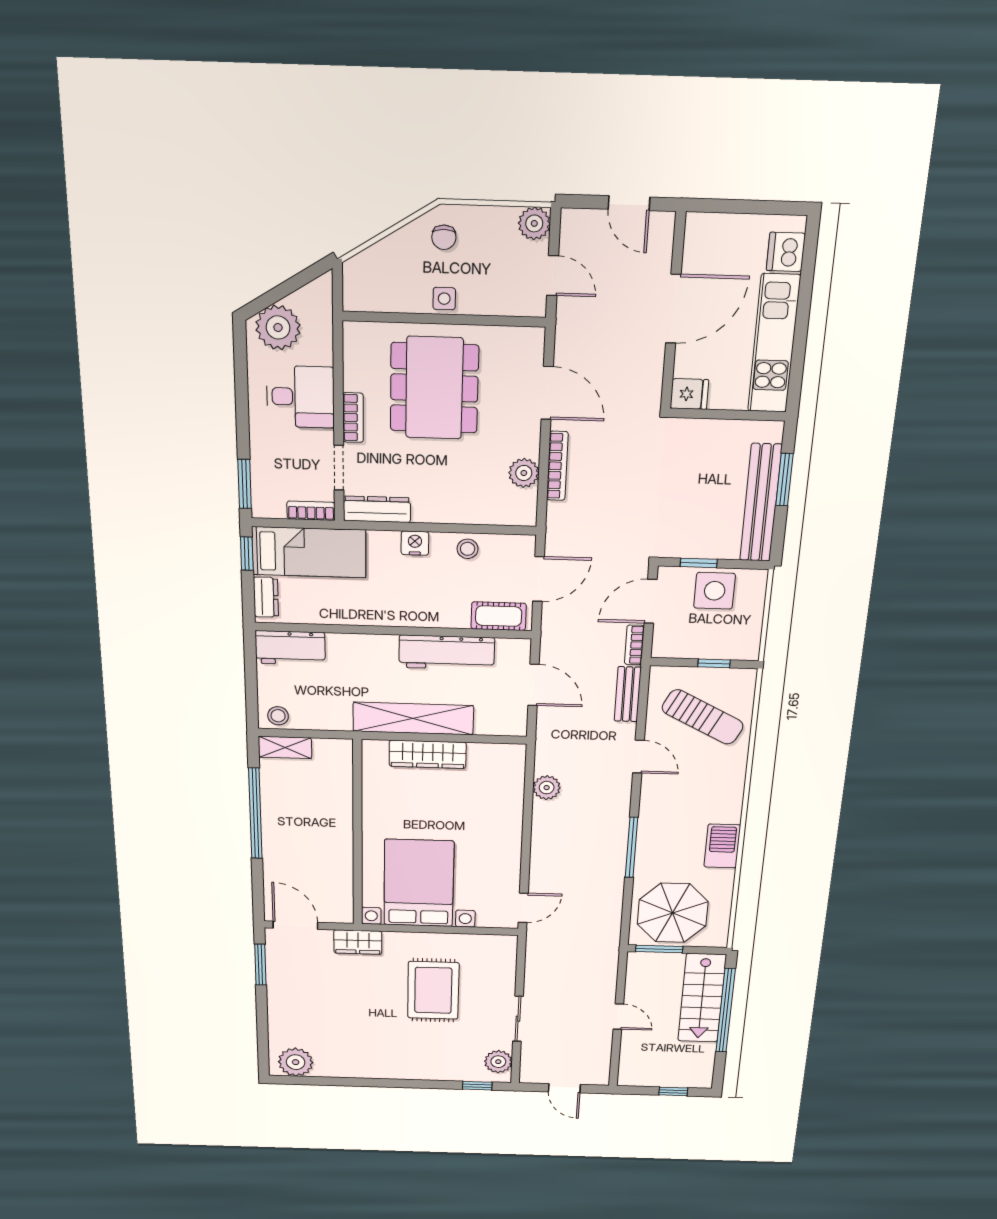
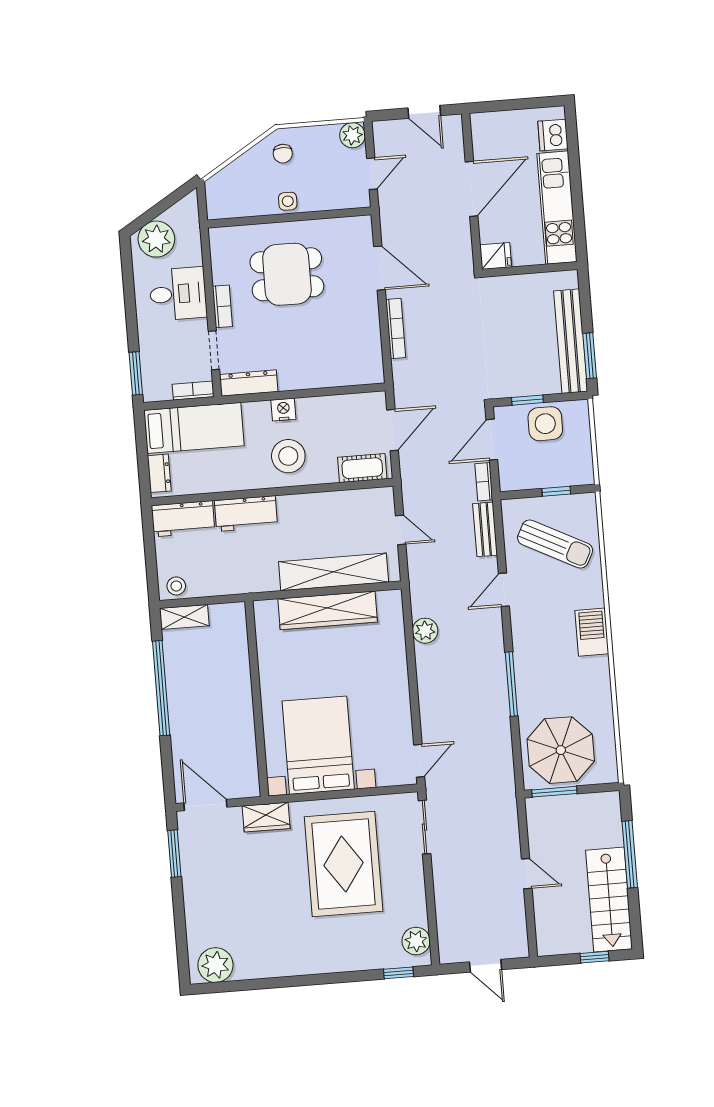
door: (553, 276) -> (372, 174), hinge flipped
dining table: (434, 388) -> (287, 274), width x0.73
plant: (524, 473) -> (369, 338), removed
window: (784, 480) -> (590, 356), moved
stool: (468, 549) -> (288, 456), moved, width x1.89, depth x1.89
window: (247, 554) -> (141, 435), removed
workbench: (447, 653) -> (246, 514), moved, width x0.73
door: (534, 685) -> (401, 530), width x0.73
shelving: (413, 718) -> (334, 572), moved
wardrobe: (428, 754) -> (328, 610), width x1.40, depth x1.17
door: (639, 757) -> (504, 590), swing flipped
barbecue: (722, 846) -> (592, 632), moved
rug: (433, 990) -> (344, 864), width x1.37, depth x1.44
stairs: (702, 998) -> (609, 900), moved
window: (726, 1010) -> (630, 854), width x0.68
sliding door: (518, 1019) -> (425, 827), moved

